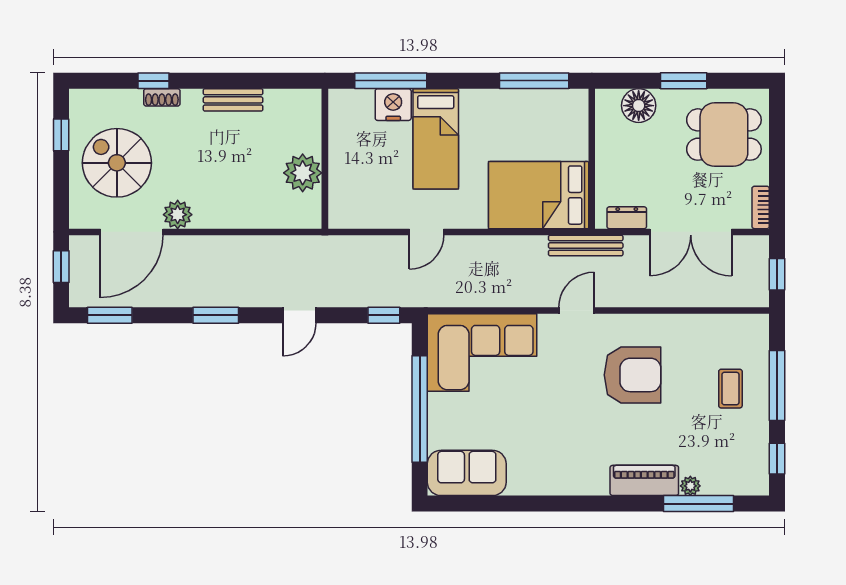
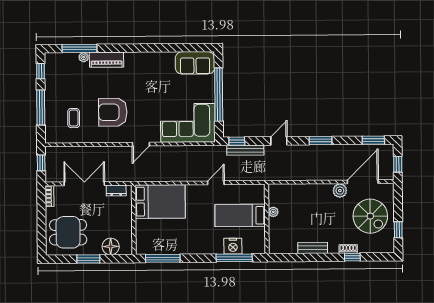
bed: (436, 139) -> (240, 215), moved, turned -90
plant: (303, 173) -> (273, 212), width x0.53, depth x0.53
bench: (586, 245) -> (245, 150), moved
coffee table: (730, 389) -> (74, 118), moved

